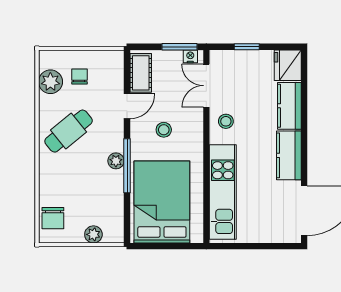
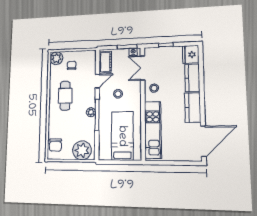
plant: (50, 82) -> (56, 58), moved
cafe table: (69, 131) -> (65, 96), turned -51
bed: (162, 202) -> (122, 136), width x0.67
plant: (93, 234) -> (82, 150), width x1.88, depth x1.88

